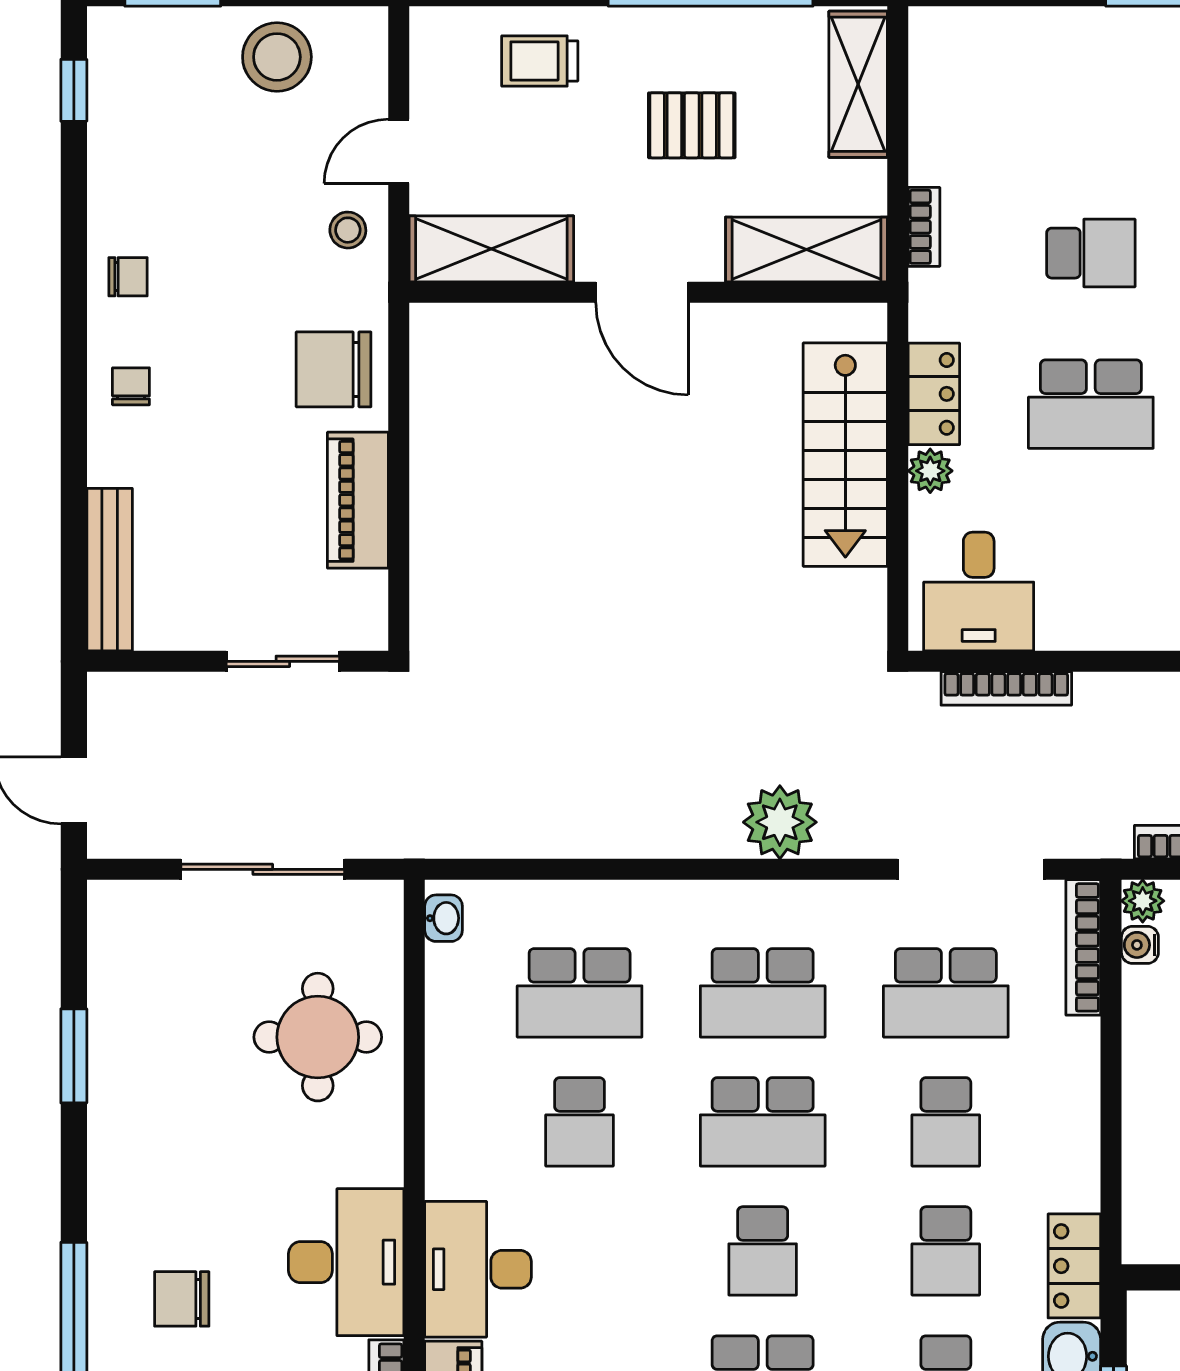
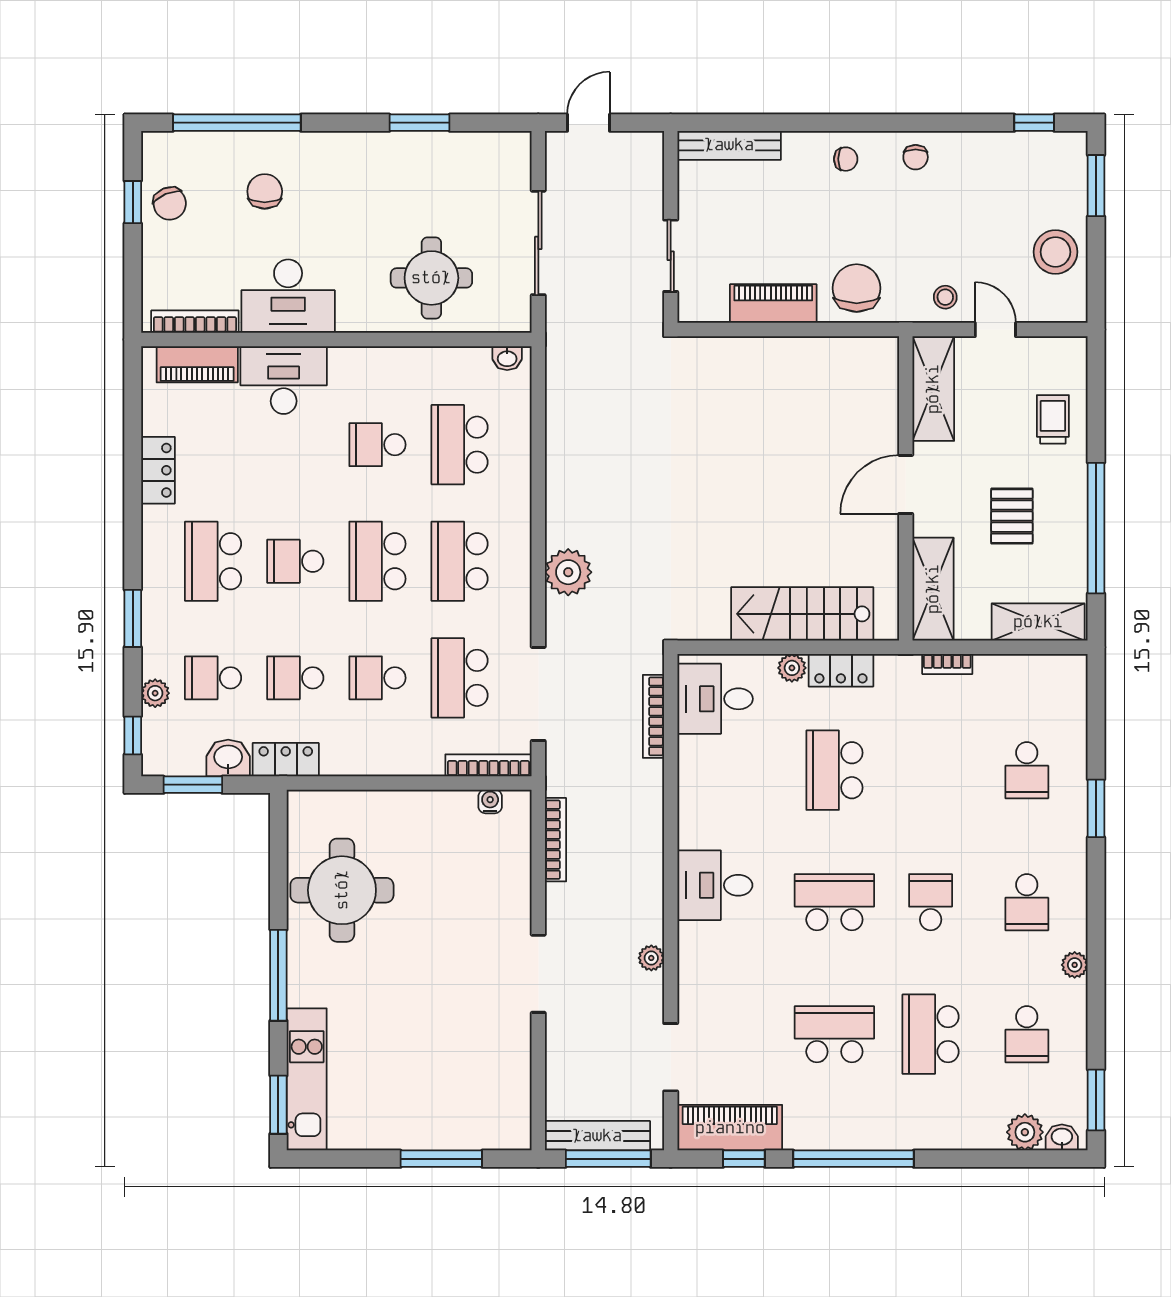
school desk: (1091, 253) -> (1027, 770), moved
plant: (1143, 901) -> (518, 803), removed

